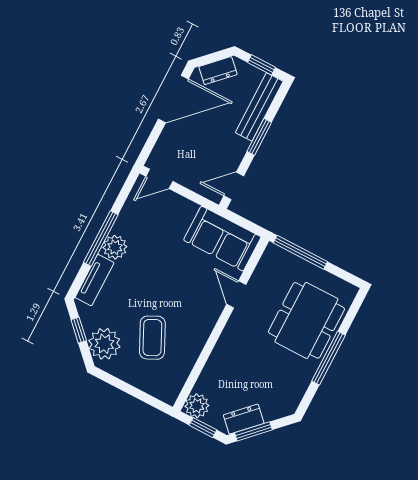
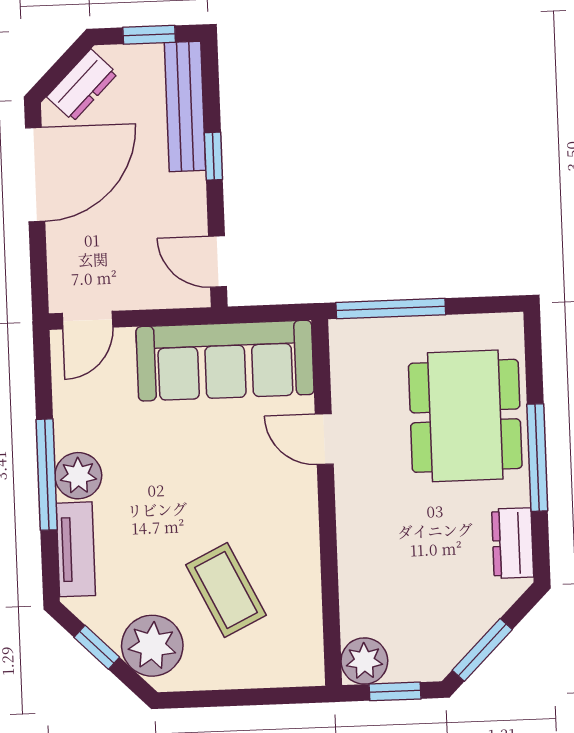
window: (259, 137) -> (213, 156), width x0.67
door: (234, 186) -> (217, 262), hinge flipped
sofa: (222, 239) -> (225, 361), width x1.36
dresser: (244, 419) -> (513, 543), moved, turned -45

